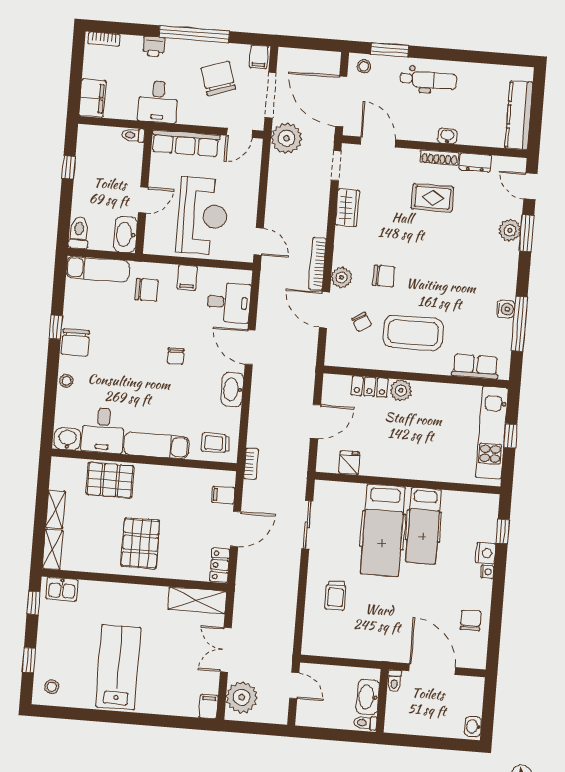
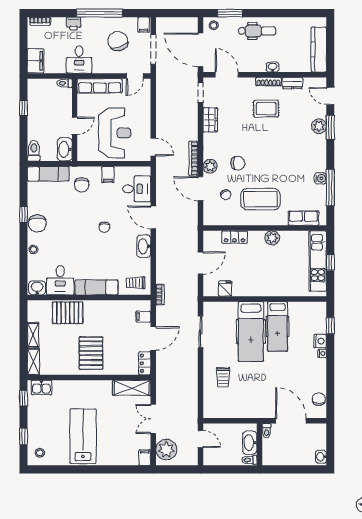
plant: (287, 138) -> (166, 77), removed
chair: (147, 290) -> (82, 185), turned 90
plant: (401, 390) -> (272, 238), moved
chair: (471, 621) -> (319, 399), moved

